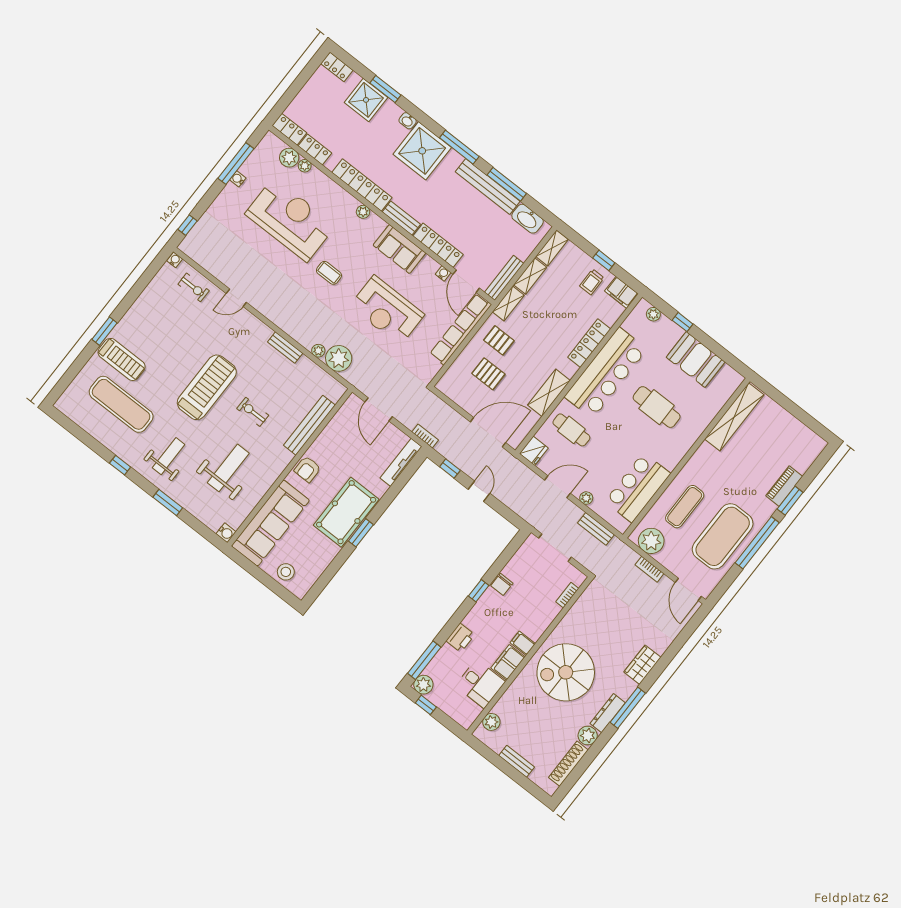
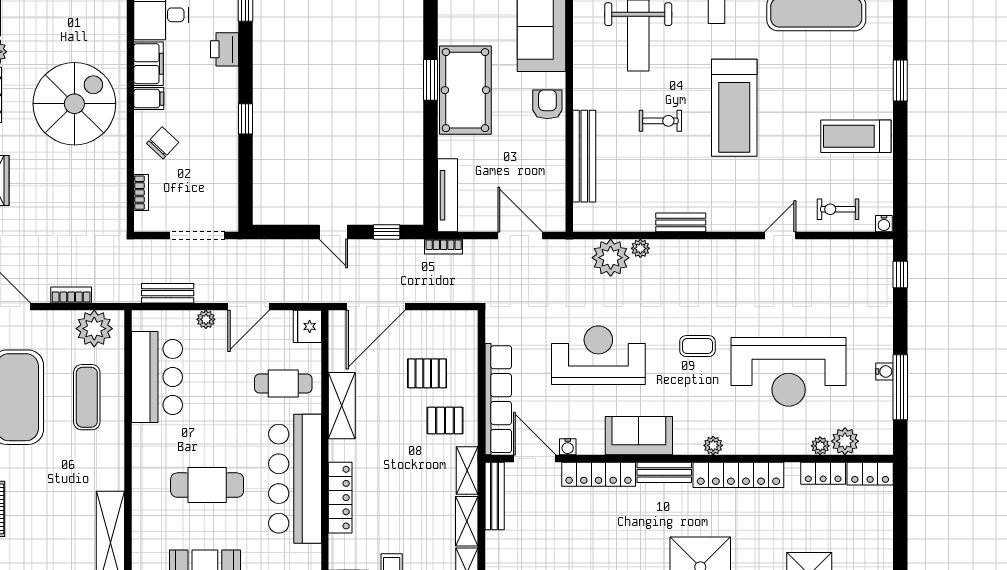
treadmill: (122, 359) -> (856, 136), moved
chair: (502, 584) -> (163, 143), moved, turned 43

